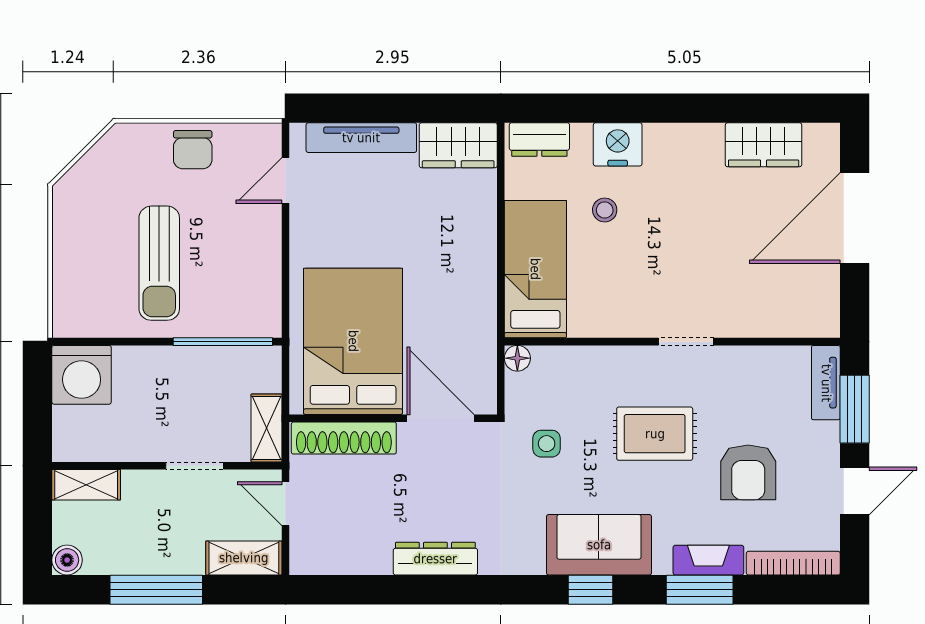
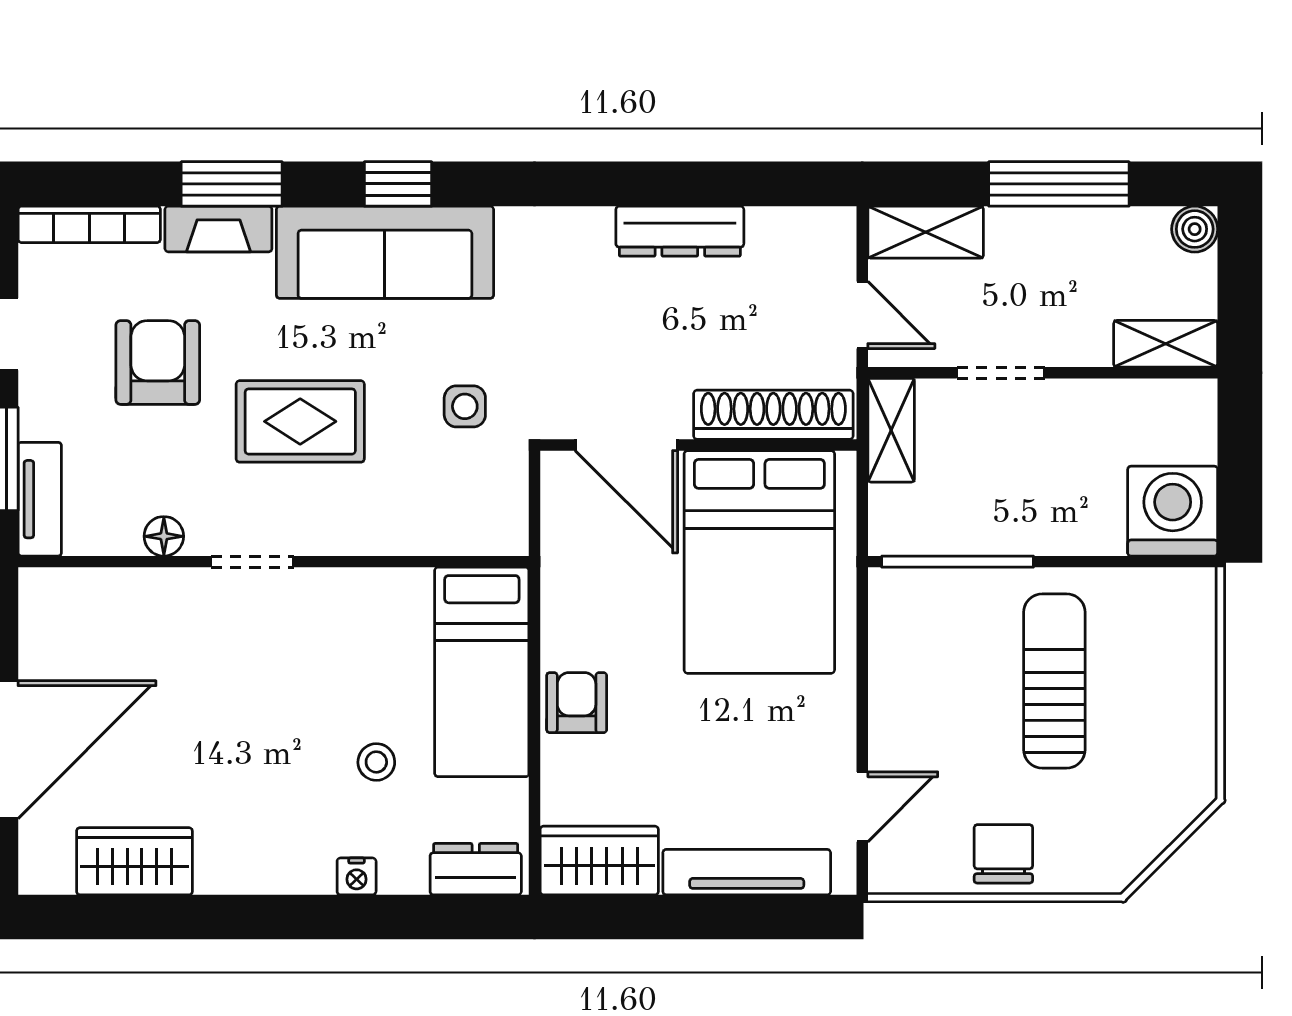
nightstand: (618, 144) -> (357, 876), width x0.53, depth x0.56
armchair: (473, 249) -> (577, 703), added
floor lamp: (517, 358) -> (164, 536), moved
sofa: (599, 545) -> (385, 252), width x1.36
dresser: (435, 559) -> (680, 231), moved

